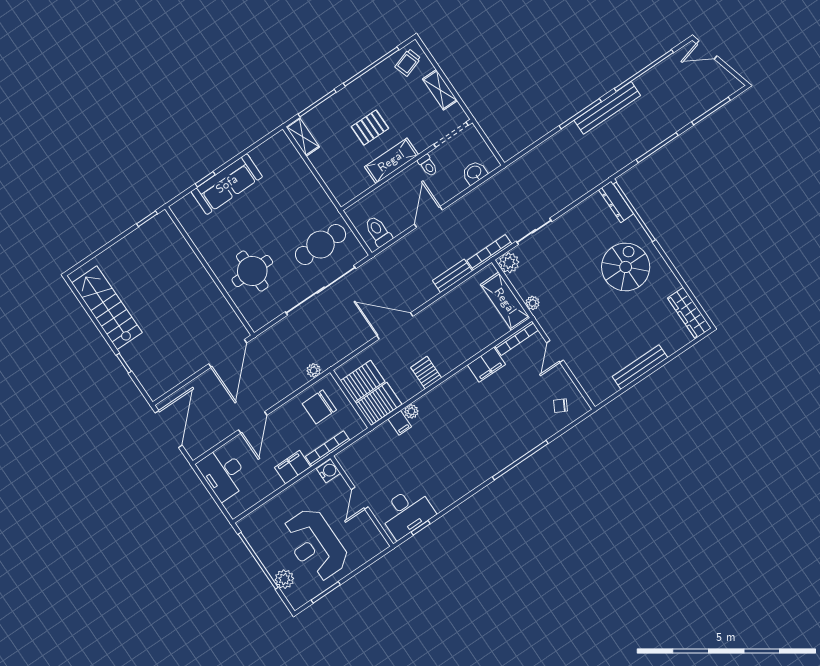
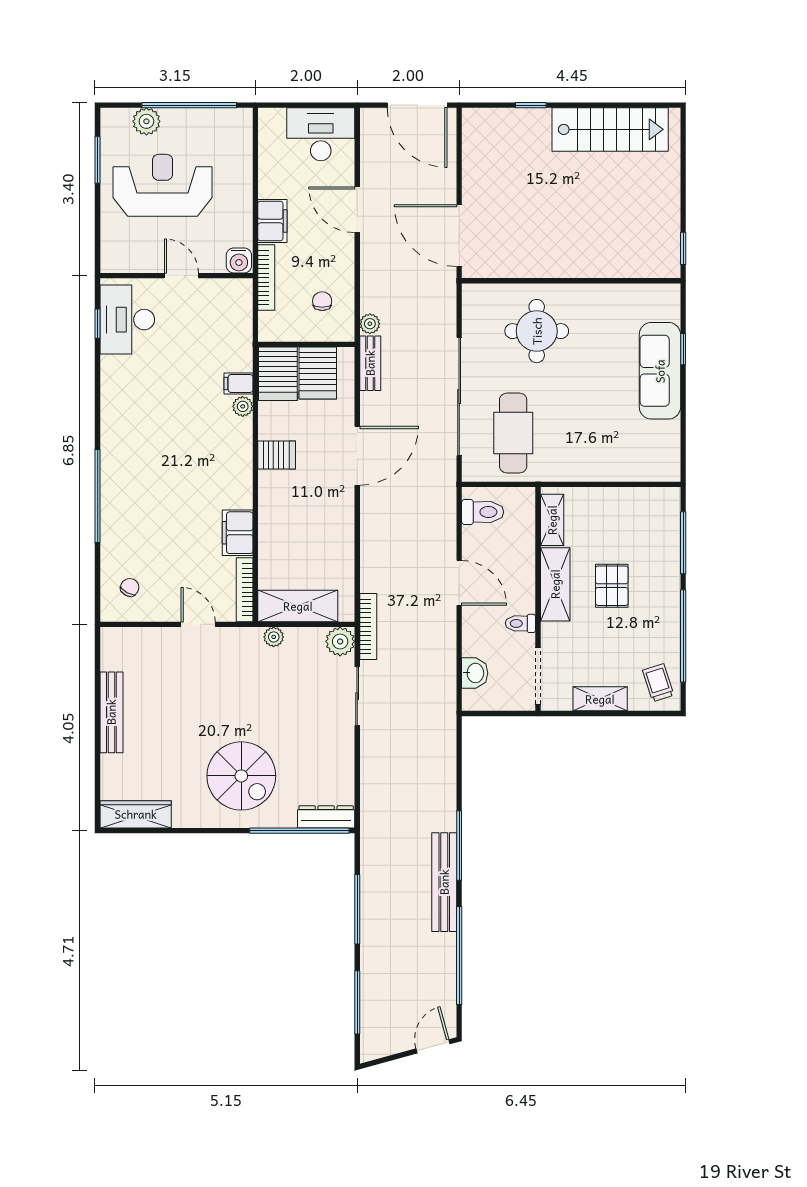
shelving: (303, 137) -> (552, 520), moved, turned 90
bench: (452, 276) -> (370, 363), moved
chair: (319, 407) -> (322, 301), width x0.54, depth x0.54

